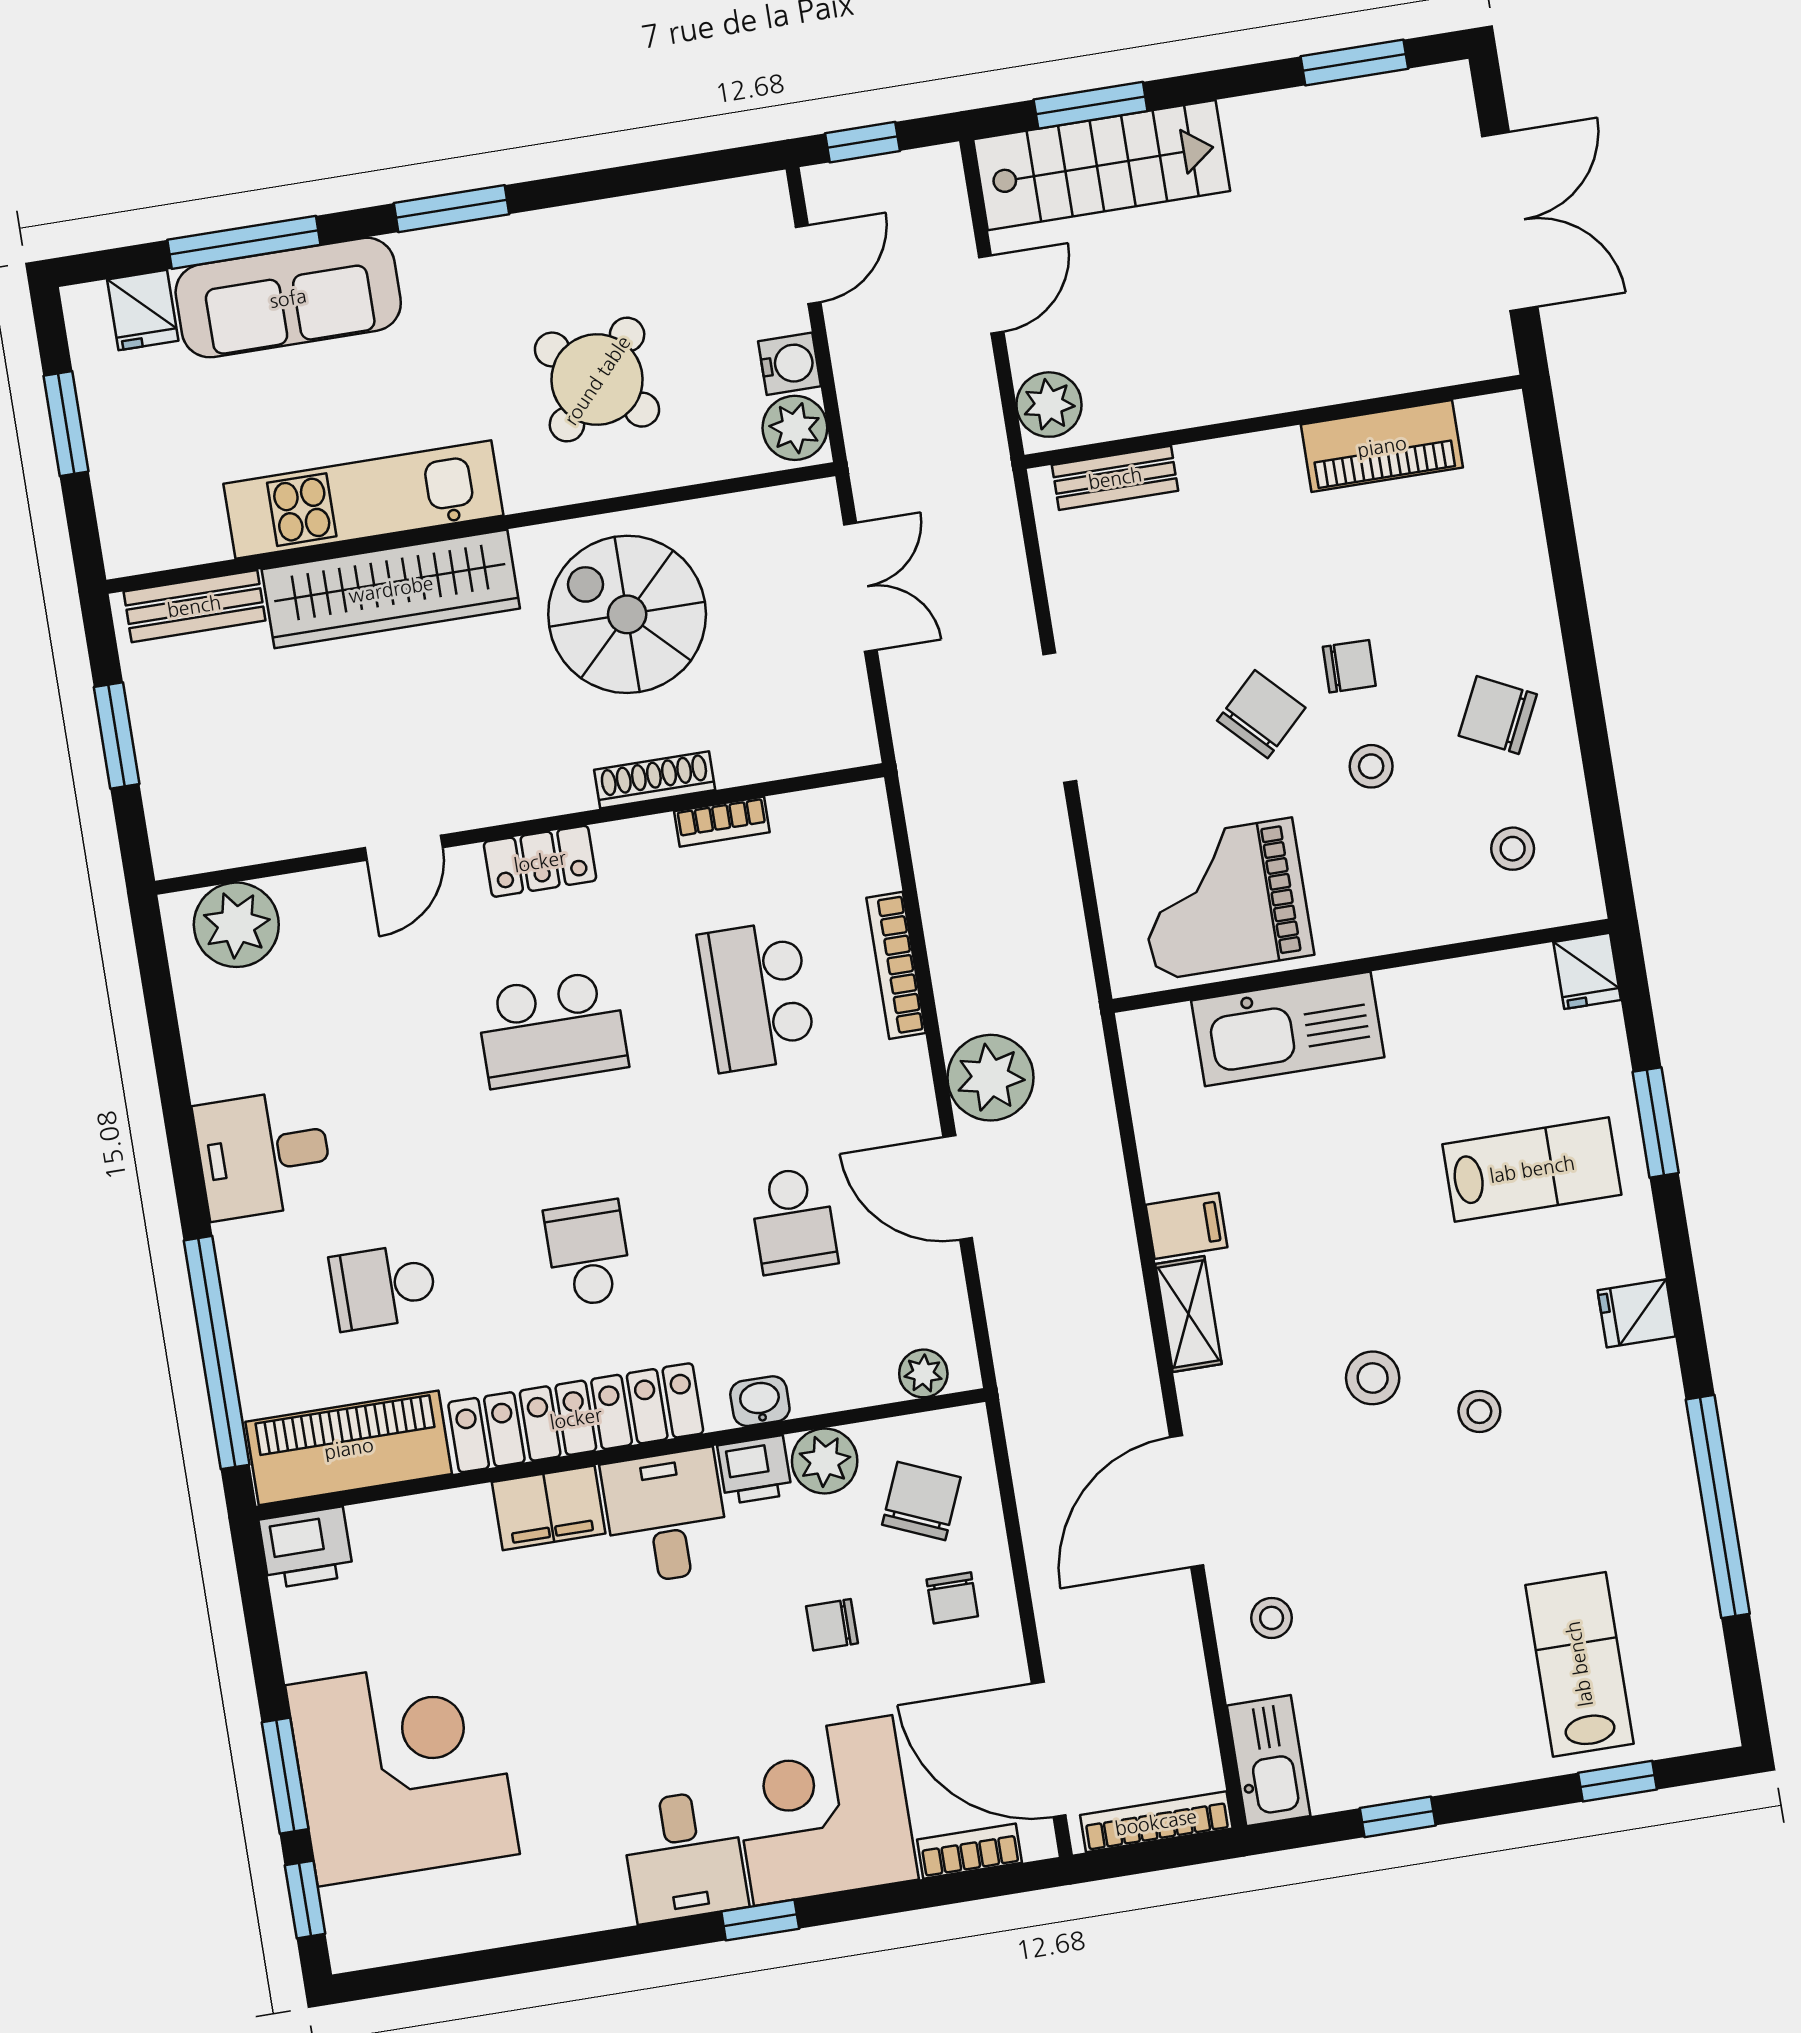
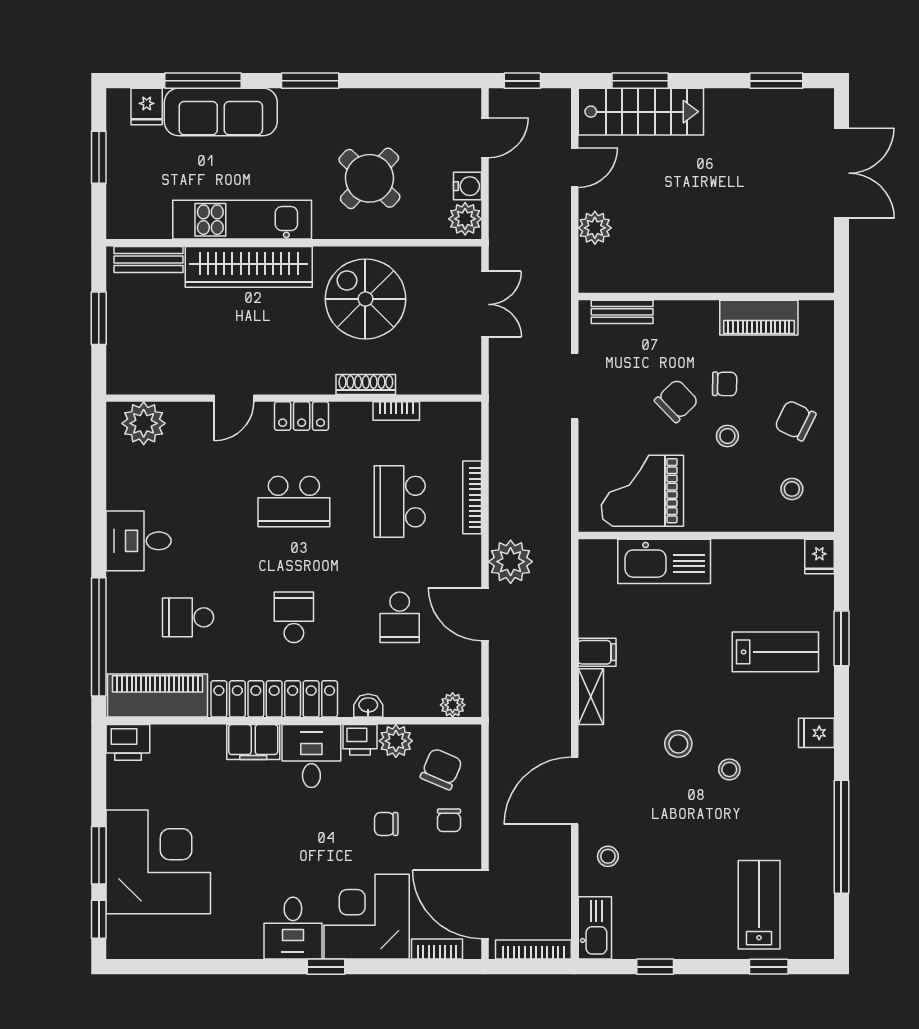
wall: (1273, 422) -> (706, 297), moved
piano: (1382, 446) -> (759, 318), moved
bench: (1115, 478) -> (622, 312), moved

